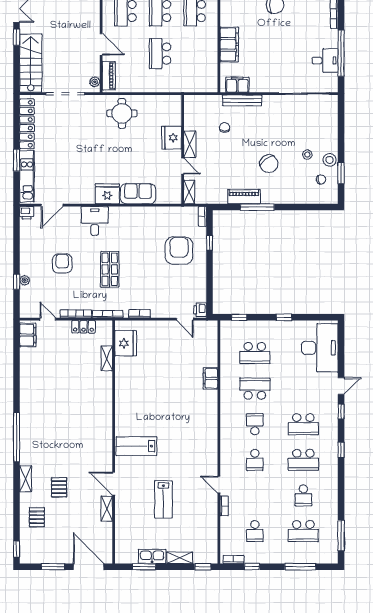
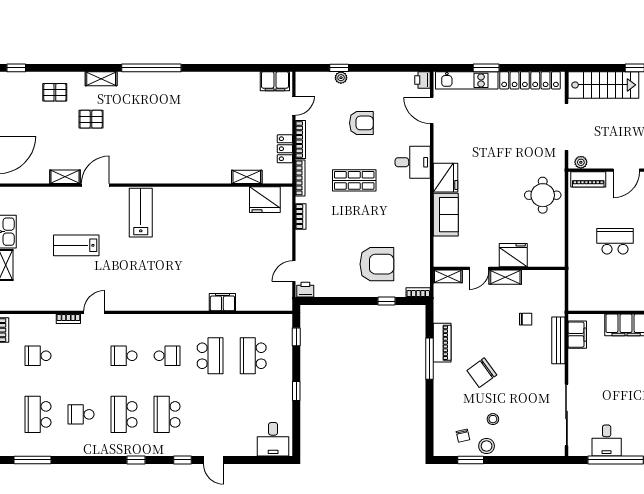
desk: (320, 348) -> (273, 439), width x0.53, depth x0.77

